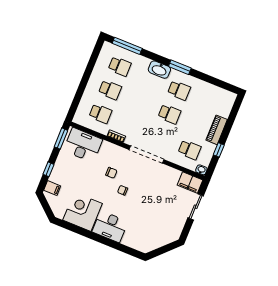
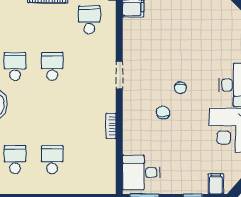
school desk: (100, 114) -> (89, 160), removed
desk: (83, 145) -> (141, 172), width x0.73
doorway: (147, 155) -> (119, 75), width x0.53

